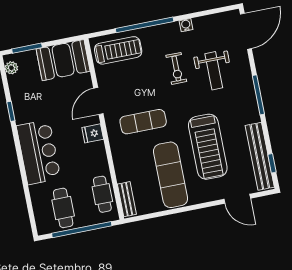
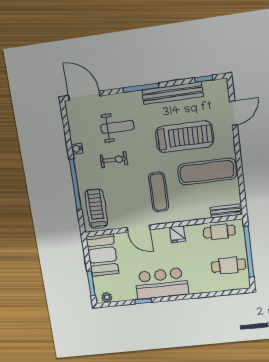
fridge: (93, 133) -> (178, 234), moved
bar counter: (39, 152) -> (161, 283), moved
bench: (260, 156) -> (172, 93), moved

